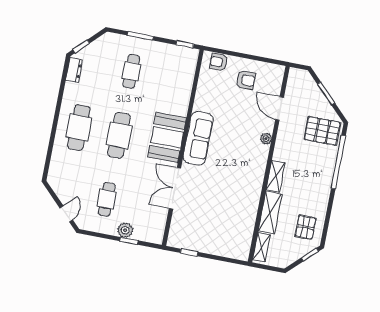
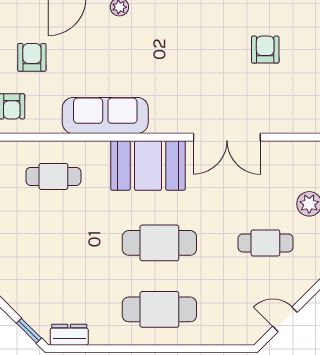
cafe table: (131, 71) -> (53, 176), moved
sofa: (198, 138) -> (105, 115), moved
door: (66, 214) -> (285, 319), moved
armchair: (223, 222) -> (265, 50), added

